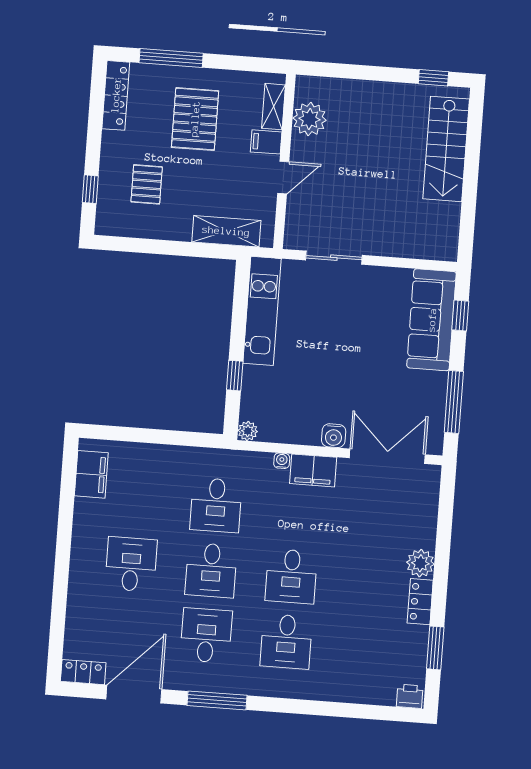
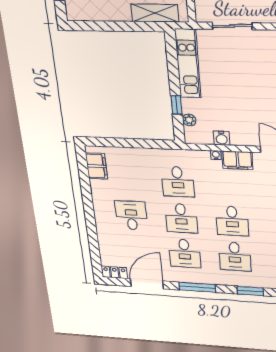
plant: (248, 431) -> (189, 120), moved
water cooler: (334, 436) -> (222, 138), moved
desk: (206, 635) -> (185, 253), turned 180
window: (303, 707) -> (250, 291), added

